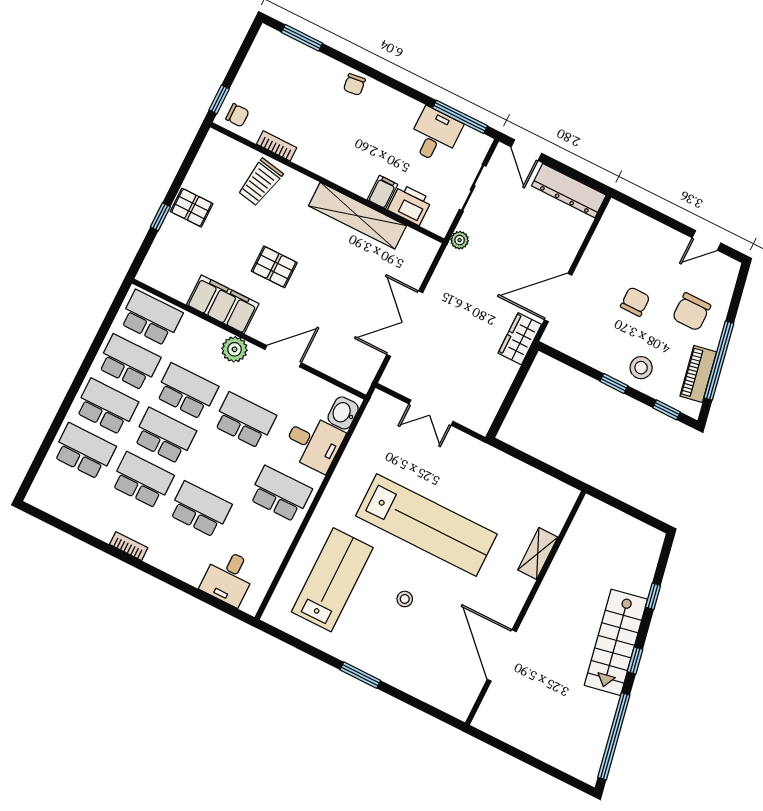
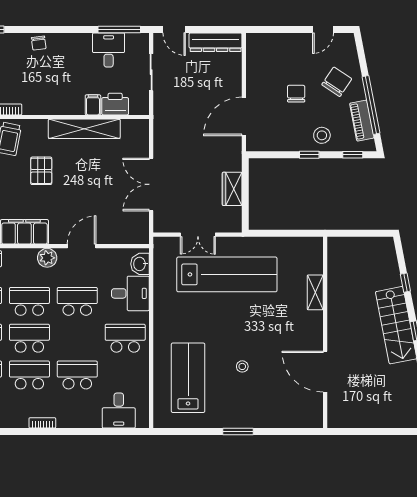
plant: (460, 240) -> (160, 111), removed
pallet: (274, 267) -> (41, 171), moved, turned 90
chair: (692, 312) -> (337, 82), turned -146
wardrobe: (520, 339) -> (232, 189), moved
lab bench: (426, 525) -> (227, 274), moved

